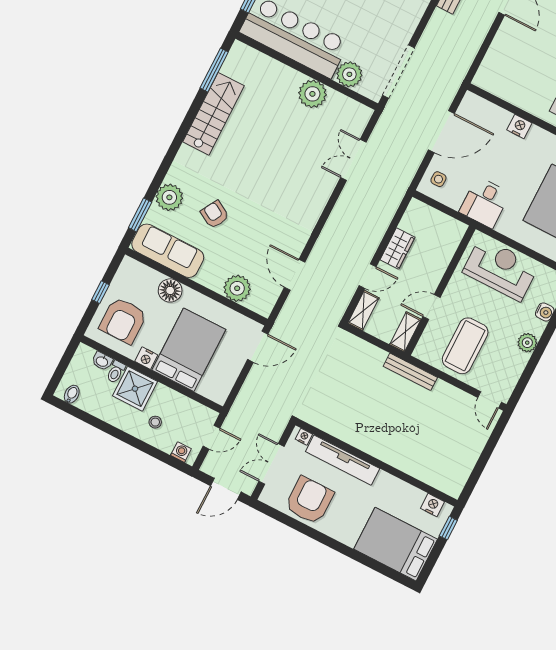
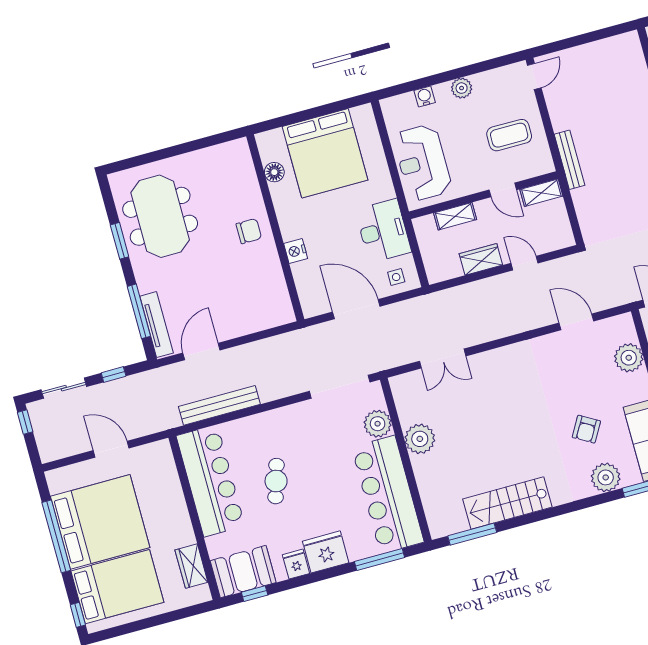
desk: (485, 202) -> (383, 231), width x1.37
door: (295, 275) -> (576, 322), swing flipped
shelving: (363, 310) -> (455, 216), moved
coffee table: (465, 346) -> (509, 135), width x0.73, depth x0.76

